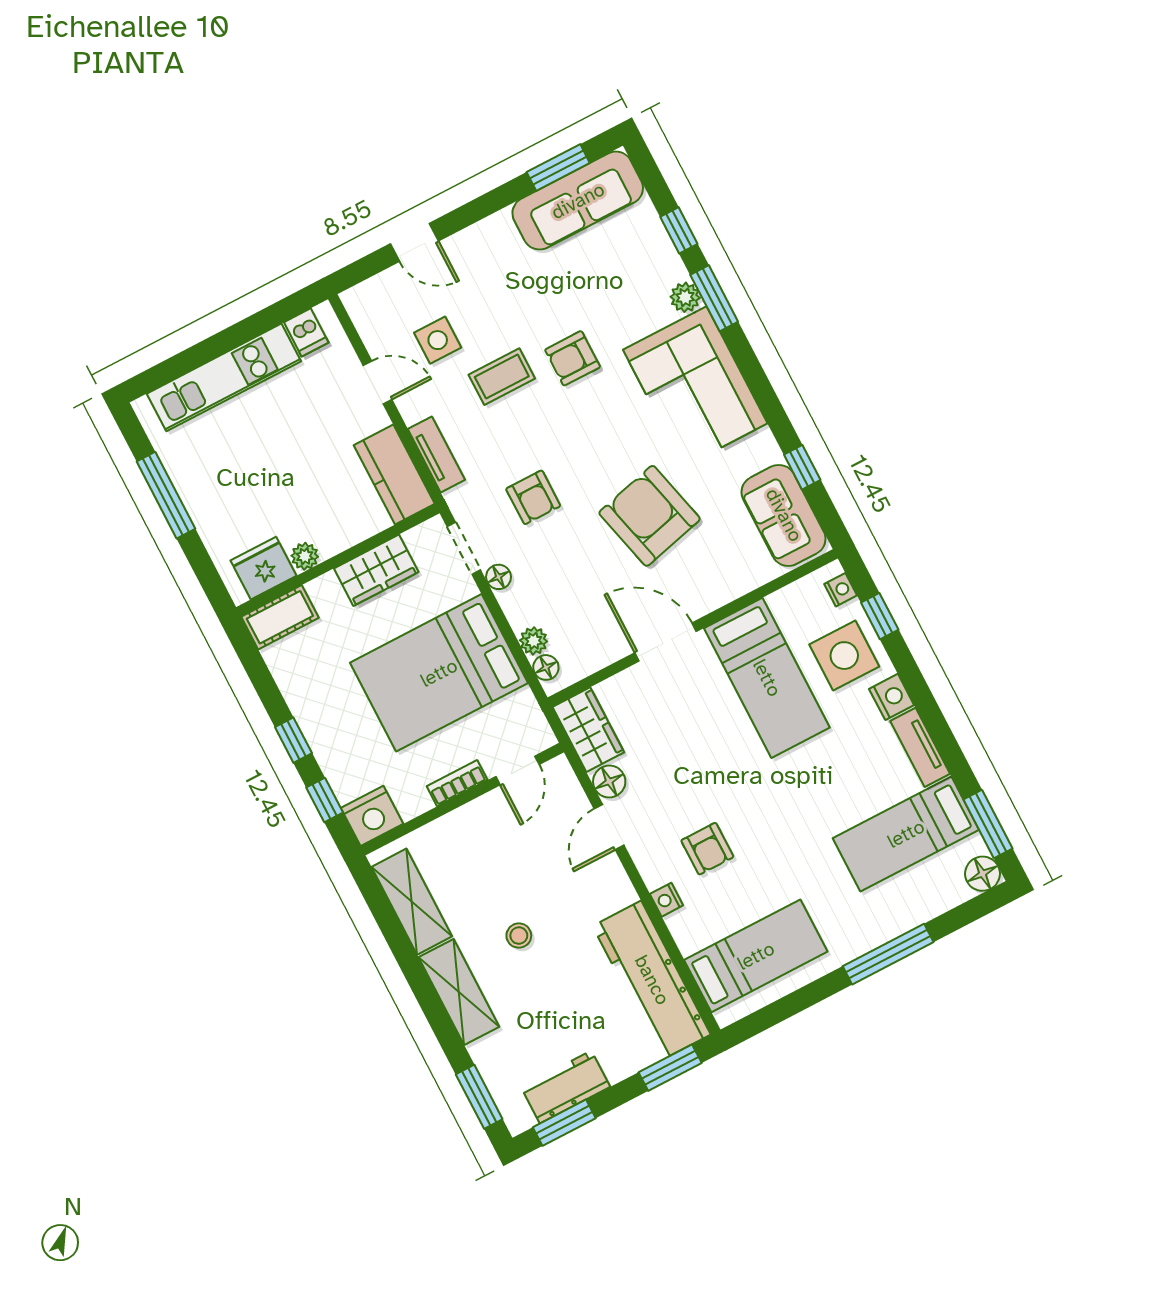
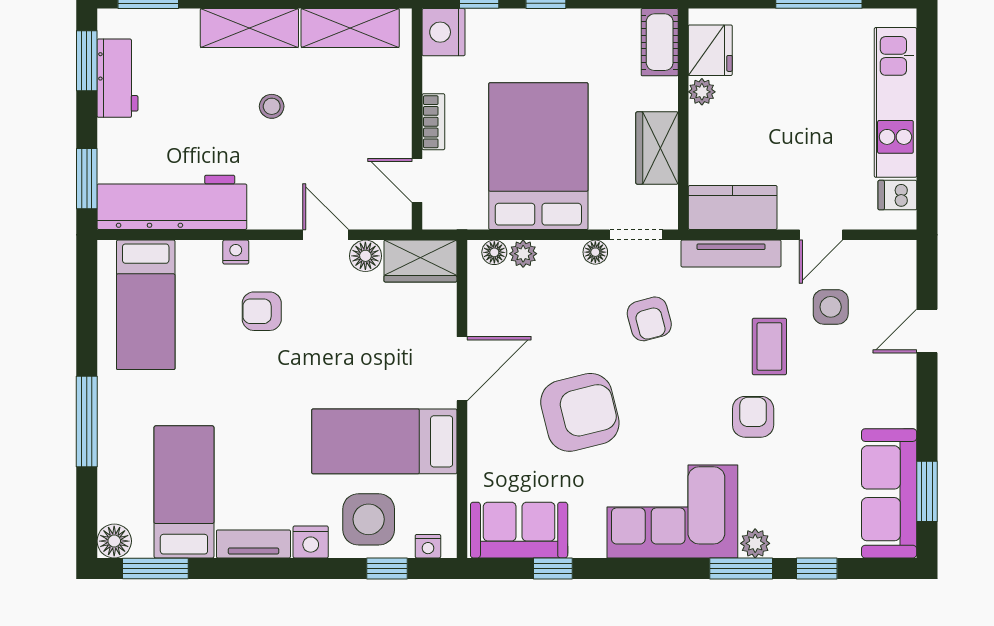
tv unit: (436, 454) -> (731, 254), width x1.41
armchair: (533, 497) -> (649, 319), turned -105

